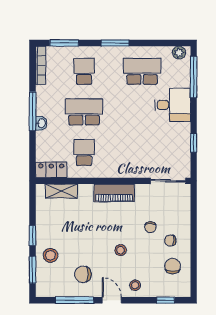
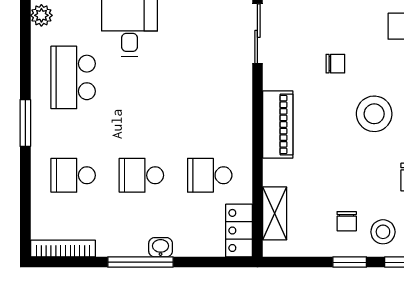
window: (64, 43) -> (25, 209), removed
school desk: (84, 112) -> (141, 175), width x0.54
chair: (170, 241) -> (347, 221), moved
stool: (121, 250) -> (374, 114), width x1.89, depth x1.89

